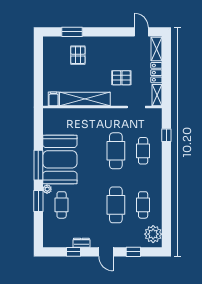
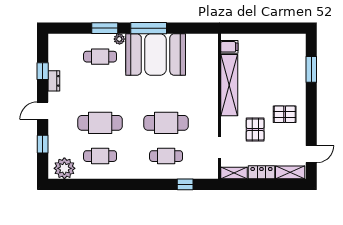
pallet: (78, 55) -> (285, 114), moved

